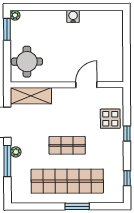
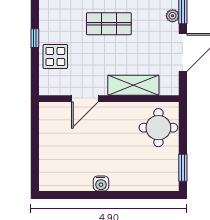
plant: (15, 15) -> (173, 185), removed
shelving: (31, 96) -> (133, 85), moved

